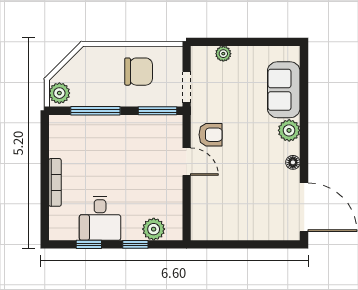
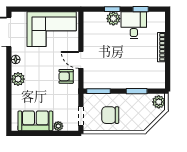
doorway: (187, 87) -> (81, 116), moved
sofa: (284, 90) -> (35, 121), moved, turned -90
window: (95, 111) -> (137, 91), width x0.69
corner sofa: (234, 212) -> (52, 29), added
plant: (154, 229) -> (113, 19), moved

